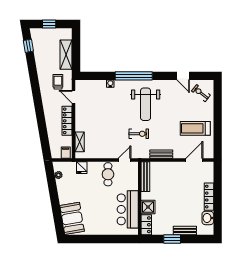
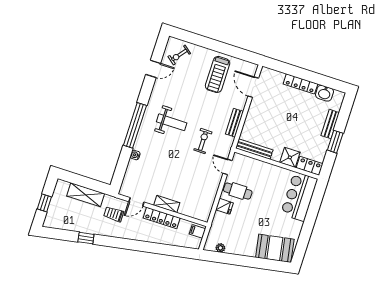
window: (28, 46) -> (86, 238), moved
weight bench: (146, 104) -> (172, 122), width x0.73, depth x0.75
shelving: (80, 142) -> (167, 204), moved
fridge: (82, 168) -> (224, 206), moved
bar counter: (128, 209) -> (299, 197), moved, turned 90

